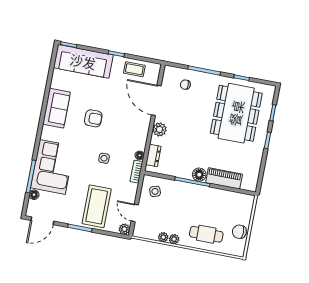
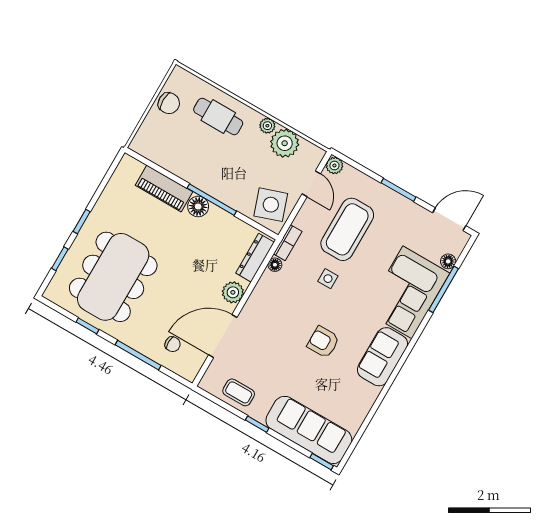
door: (156, 100) -> (223, 336), swing flipped
sofa: (56, 108) -> (383, 357), moved
dresser: (153, 155) -> (255, 258), width x1.44
side table: (155, 191) -> (271, 205), width x1.87, depth x1.87
coffee table: (97, 206) -> (347, 229), moved
plant: (163, 237) -> (285, 143), width x1.87, depth x1.87

